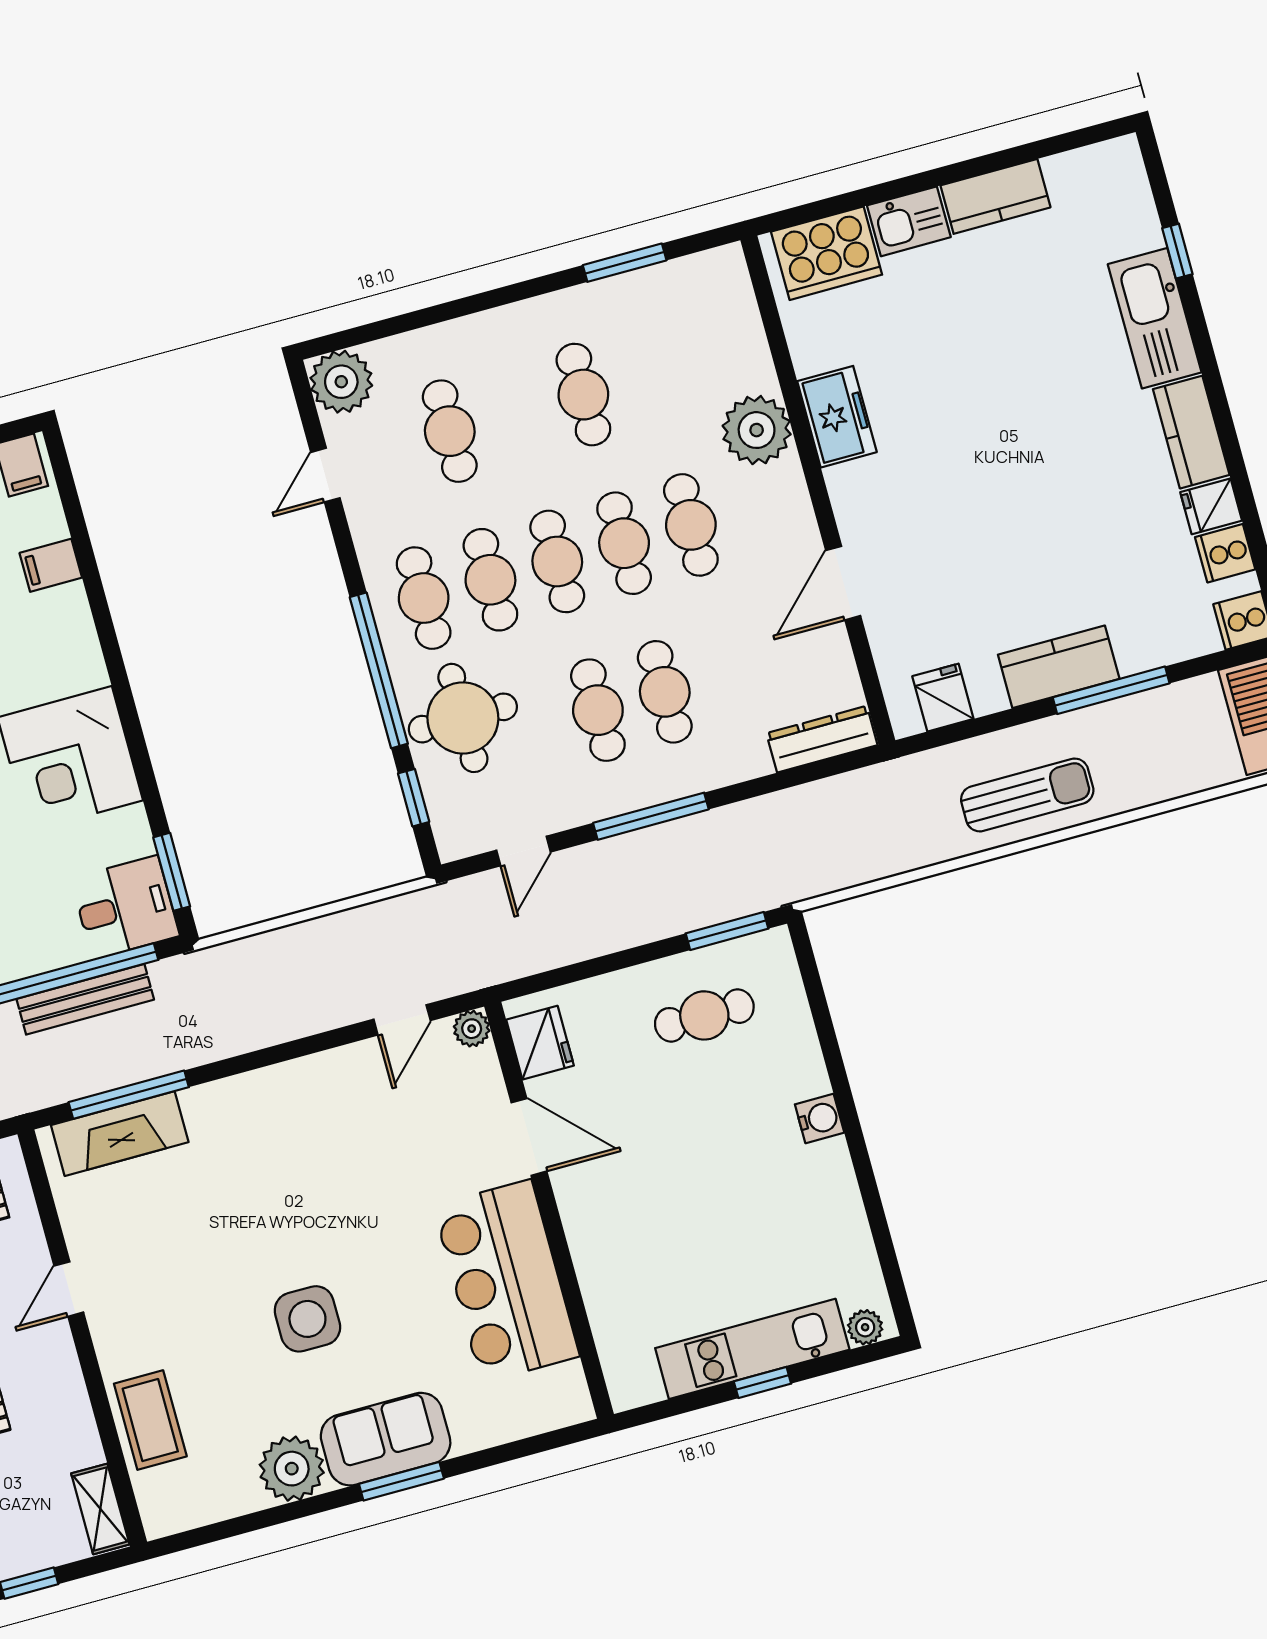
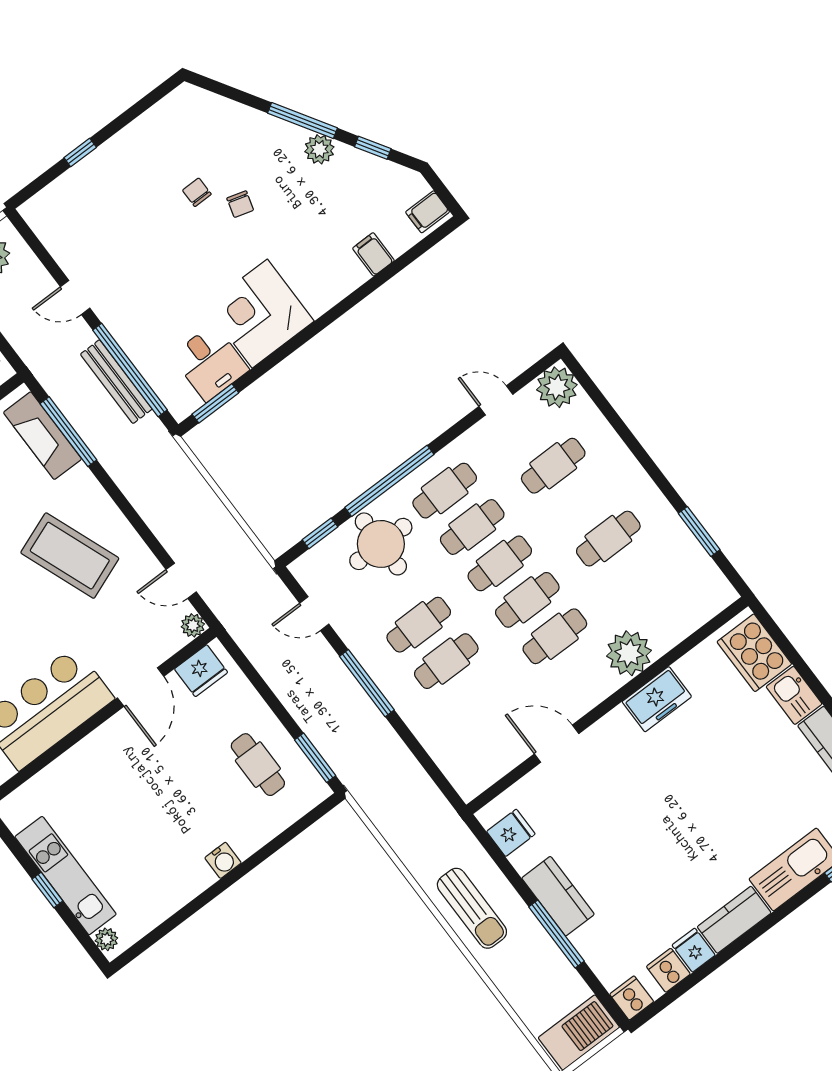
dresser: (822, 739) -> (456, 769), removed
desk: (125, 907) -> (210, 363), moved
coffee table: (304, 1163) -> (70, 556), added

